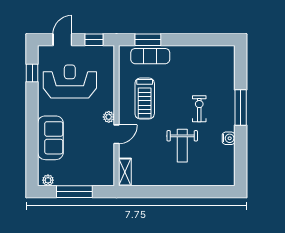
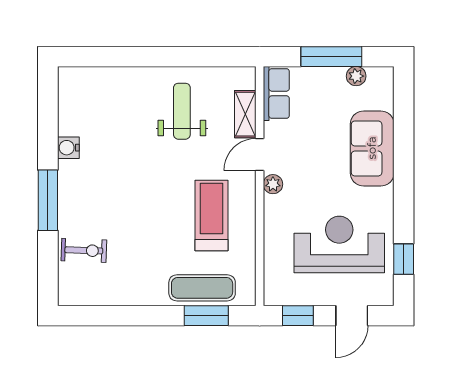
reception desk: (70, 82) -> (339, 244), turned 180
exercise bike: (199, 109) -> (84, 250), moved, turned -88
weight bench: (182, 146) -> (182, 111), moved
row of seats: (107, 170) -> (276, 93), added
shelving: (125, 172) -> (245, 114), moved
plant: (48, 180) -> (356, 76), moved

